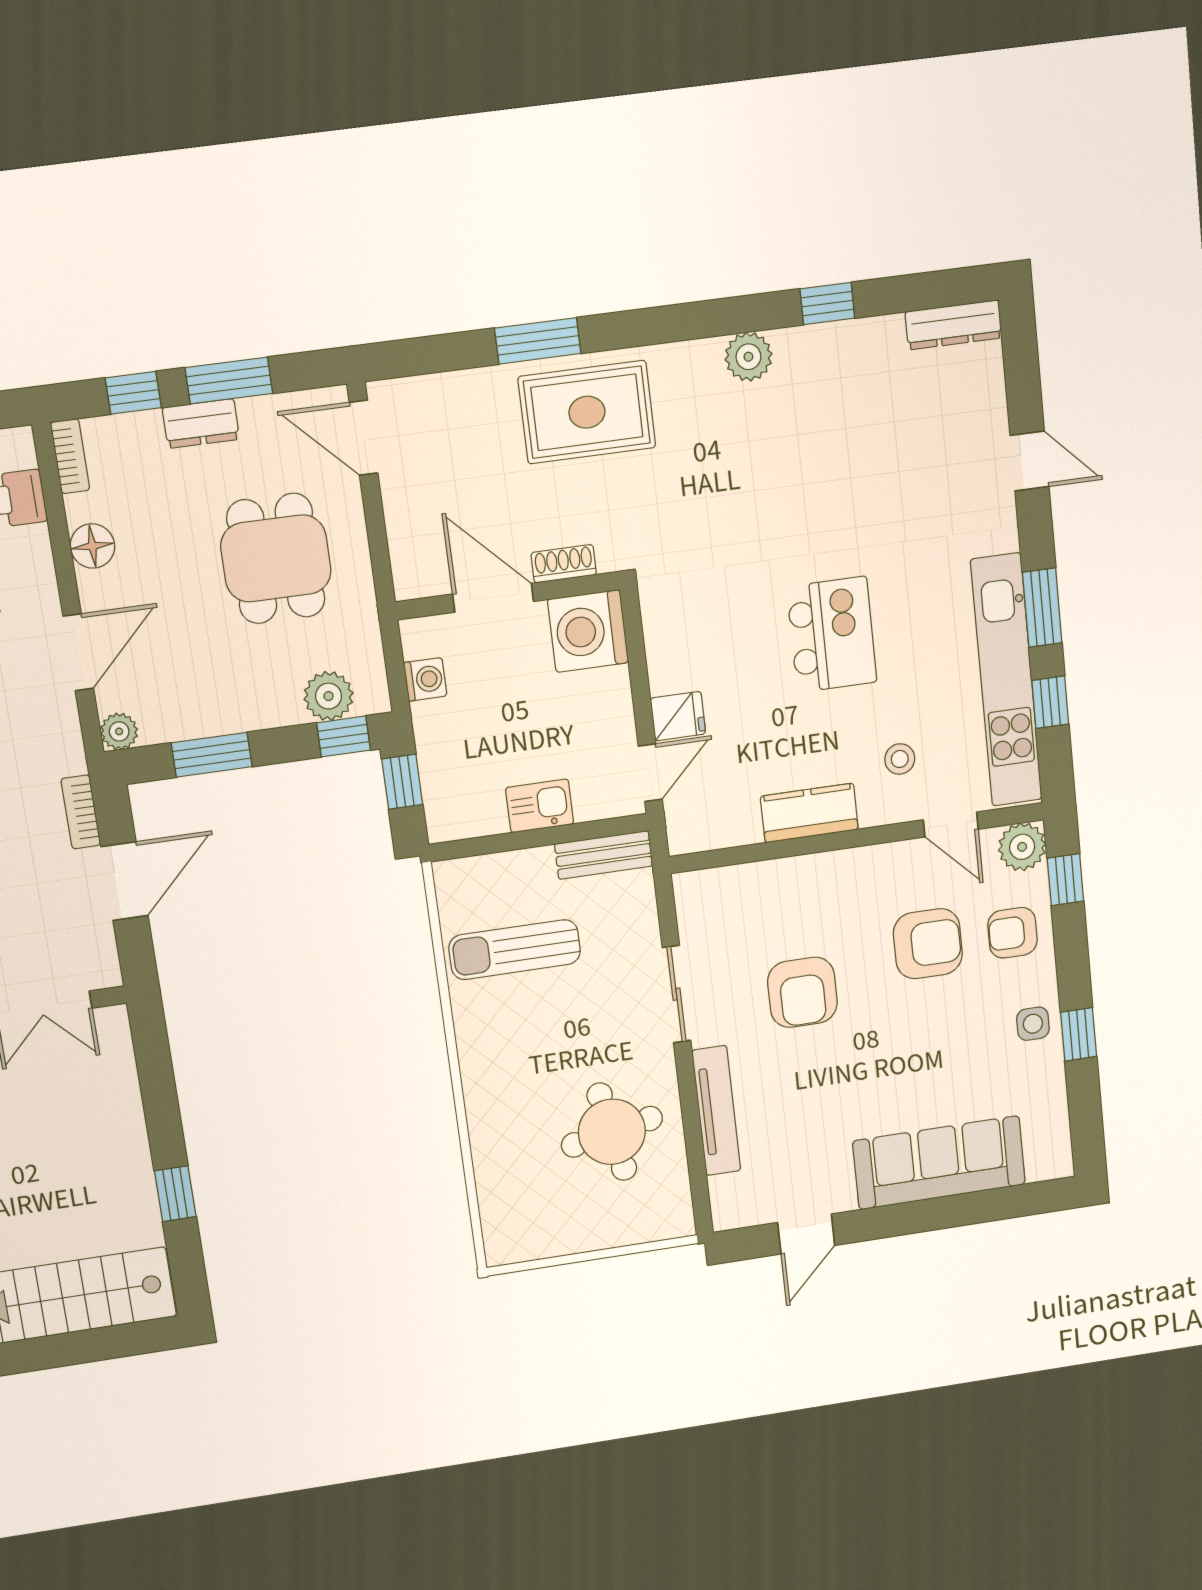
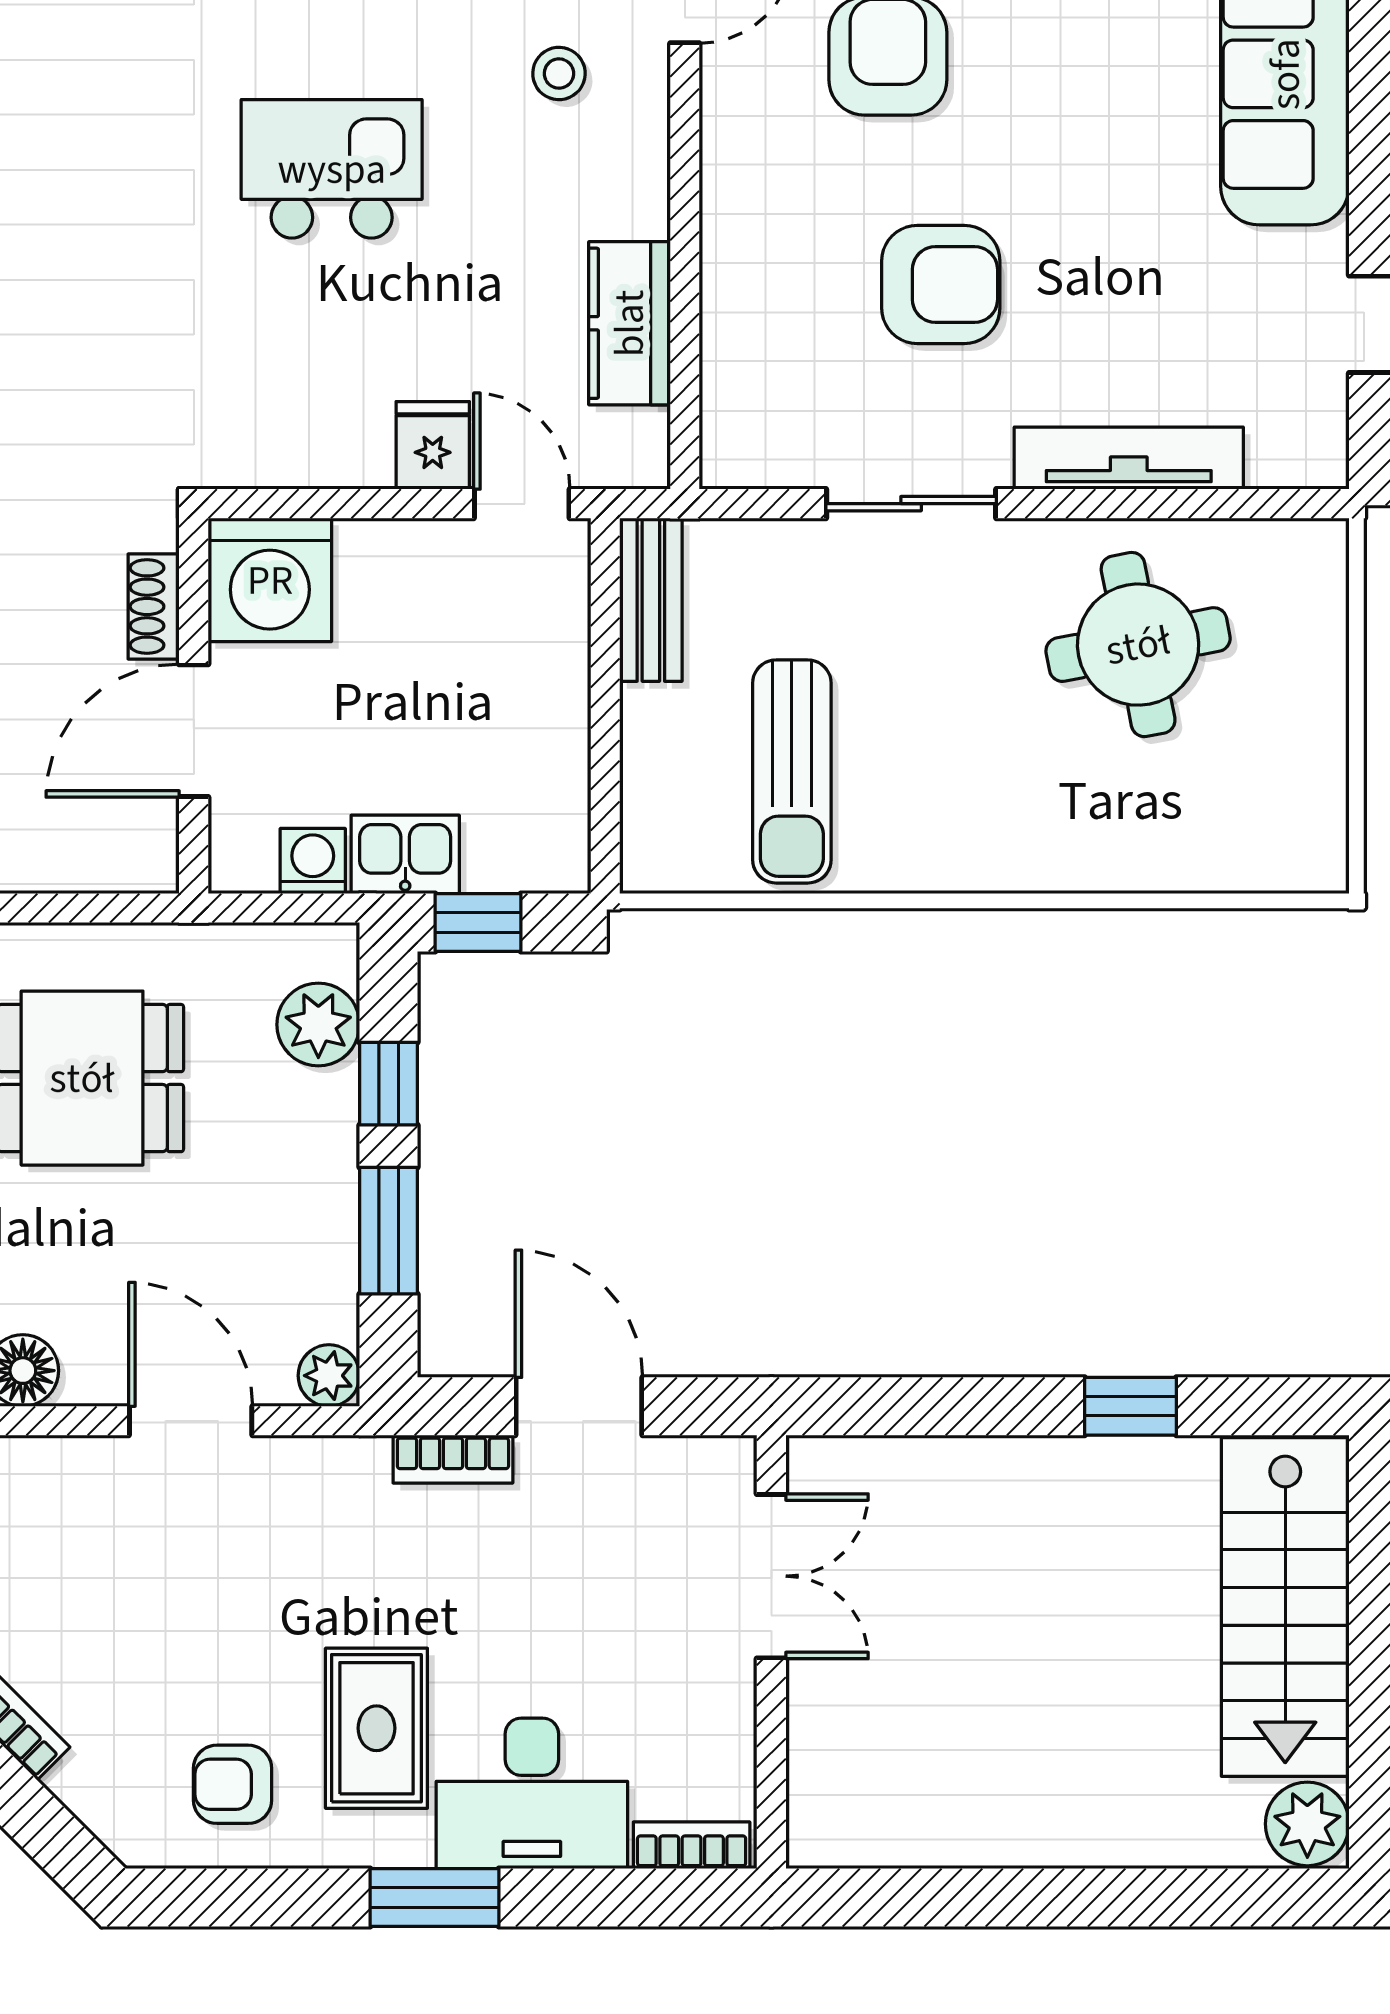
window: (344, 736) -> (389, 1084), moved
kitchen sink: (540, 806) -> (405, 854), moved, turned 90
kitchen counter: (809, 813) -> (629, 323), moved

